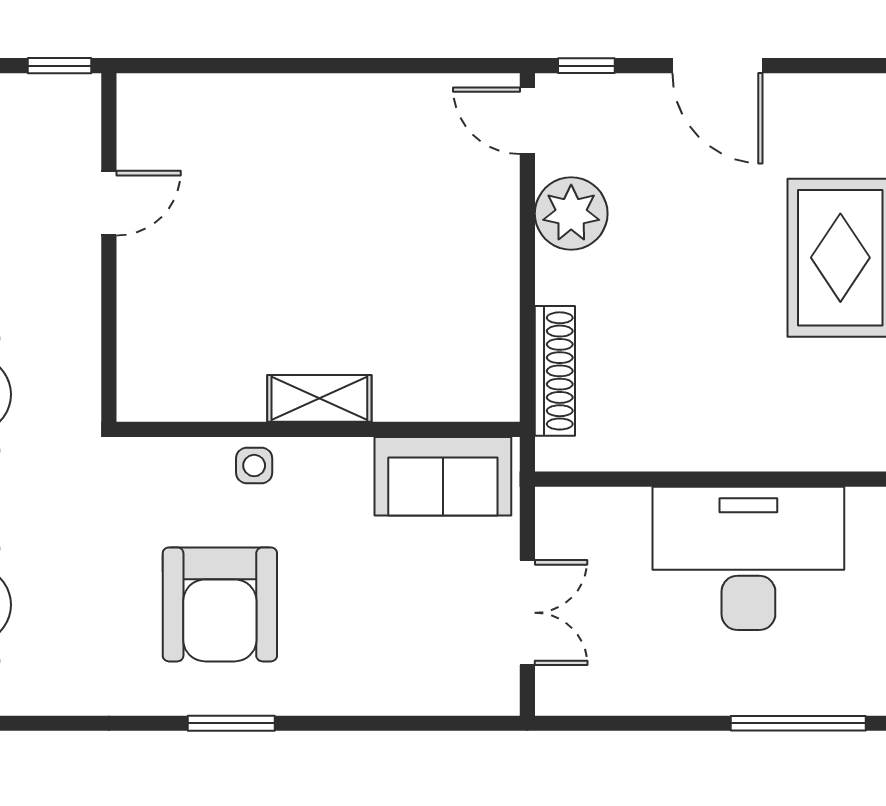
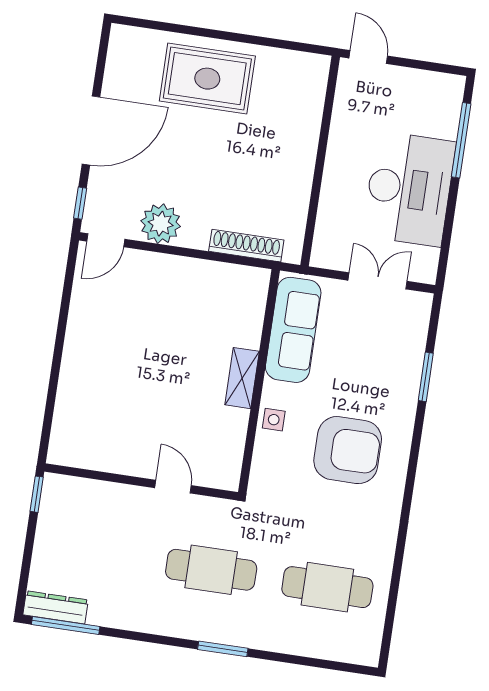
door: (717, 66) -> (91, 131), width x1.36
door: (109, 203) -> (173, 487), moved
sofa: (443, 476) -> (293, 330), width x1.36
desk: (748, 558) -> (409, 189), moved, turned 180
window: (231, 723) -> (426, 377), moved

